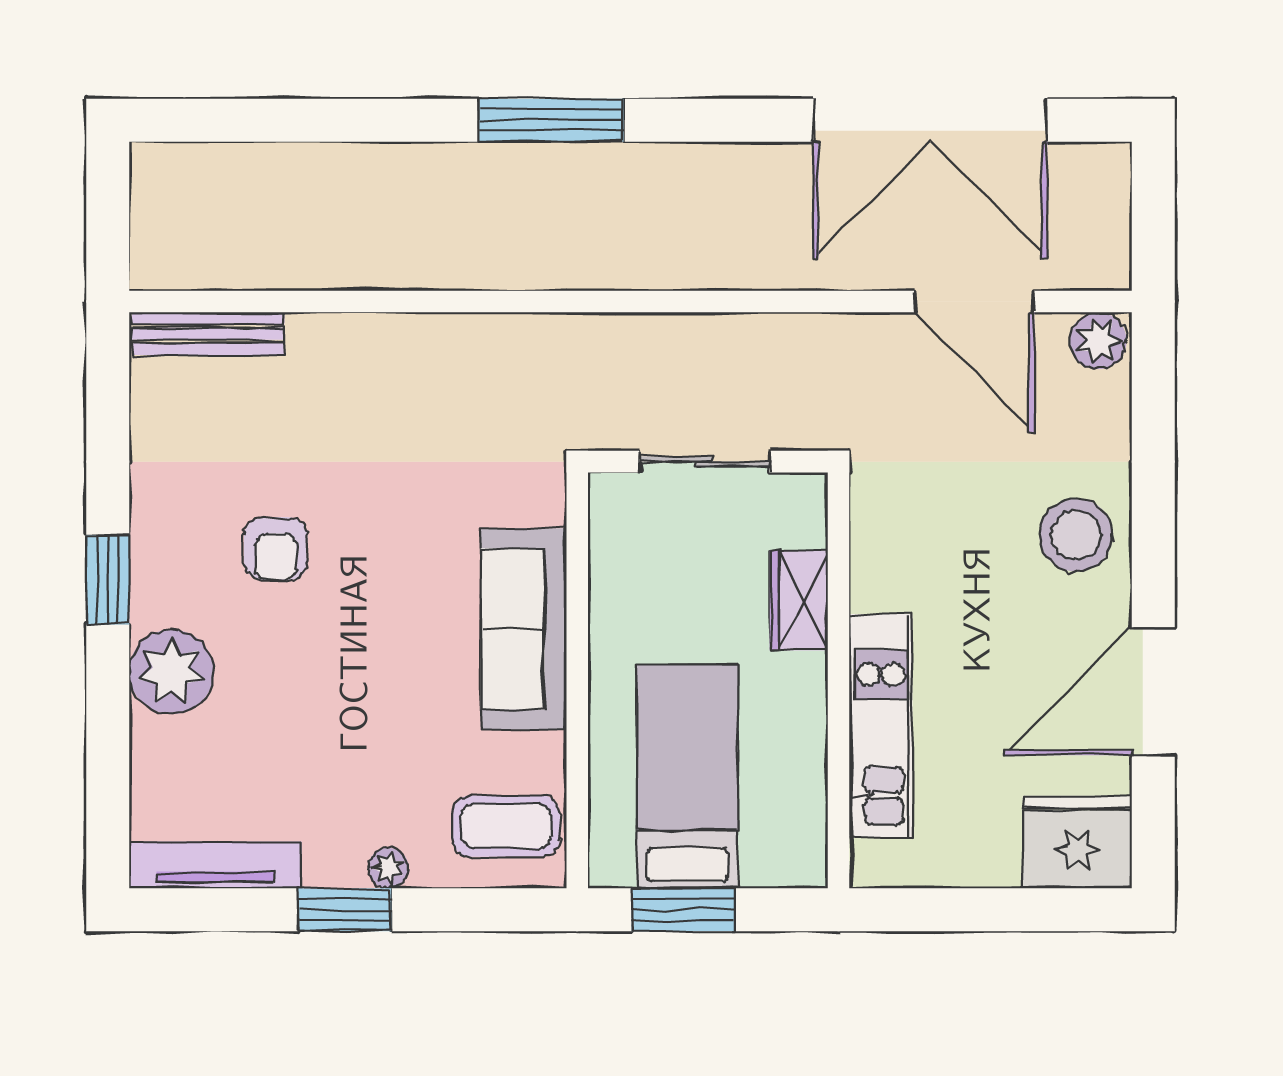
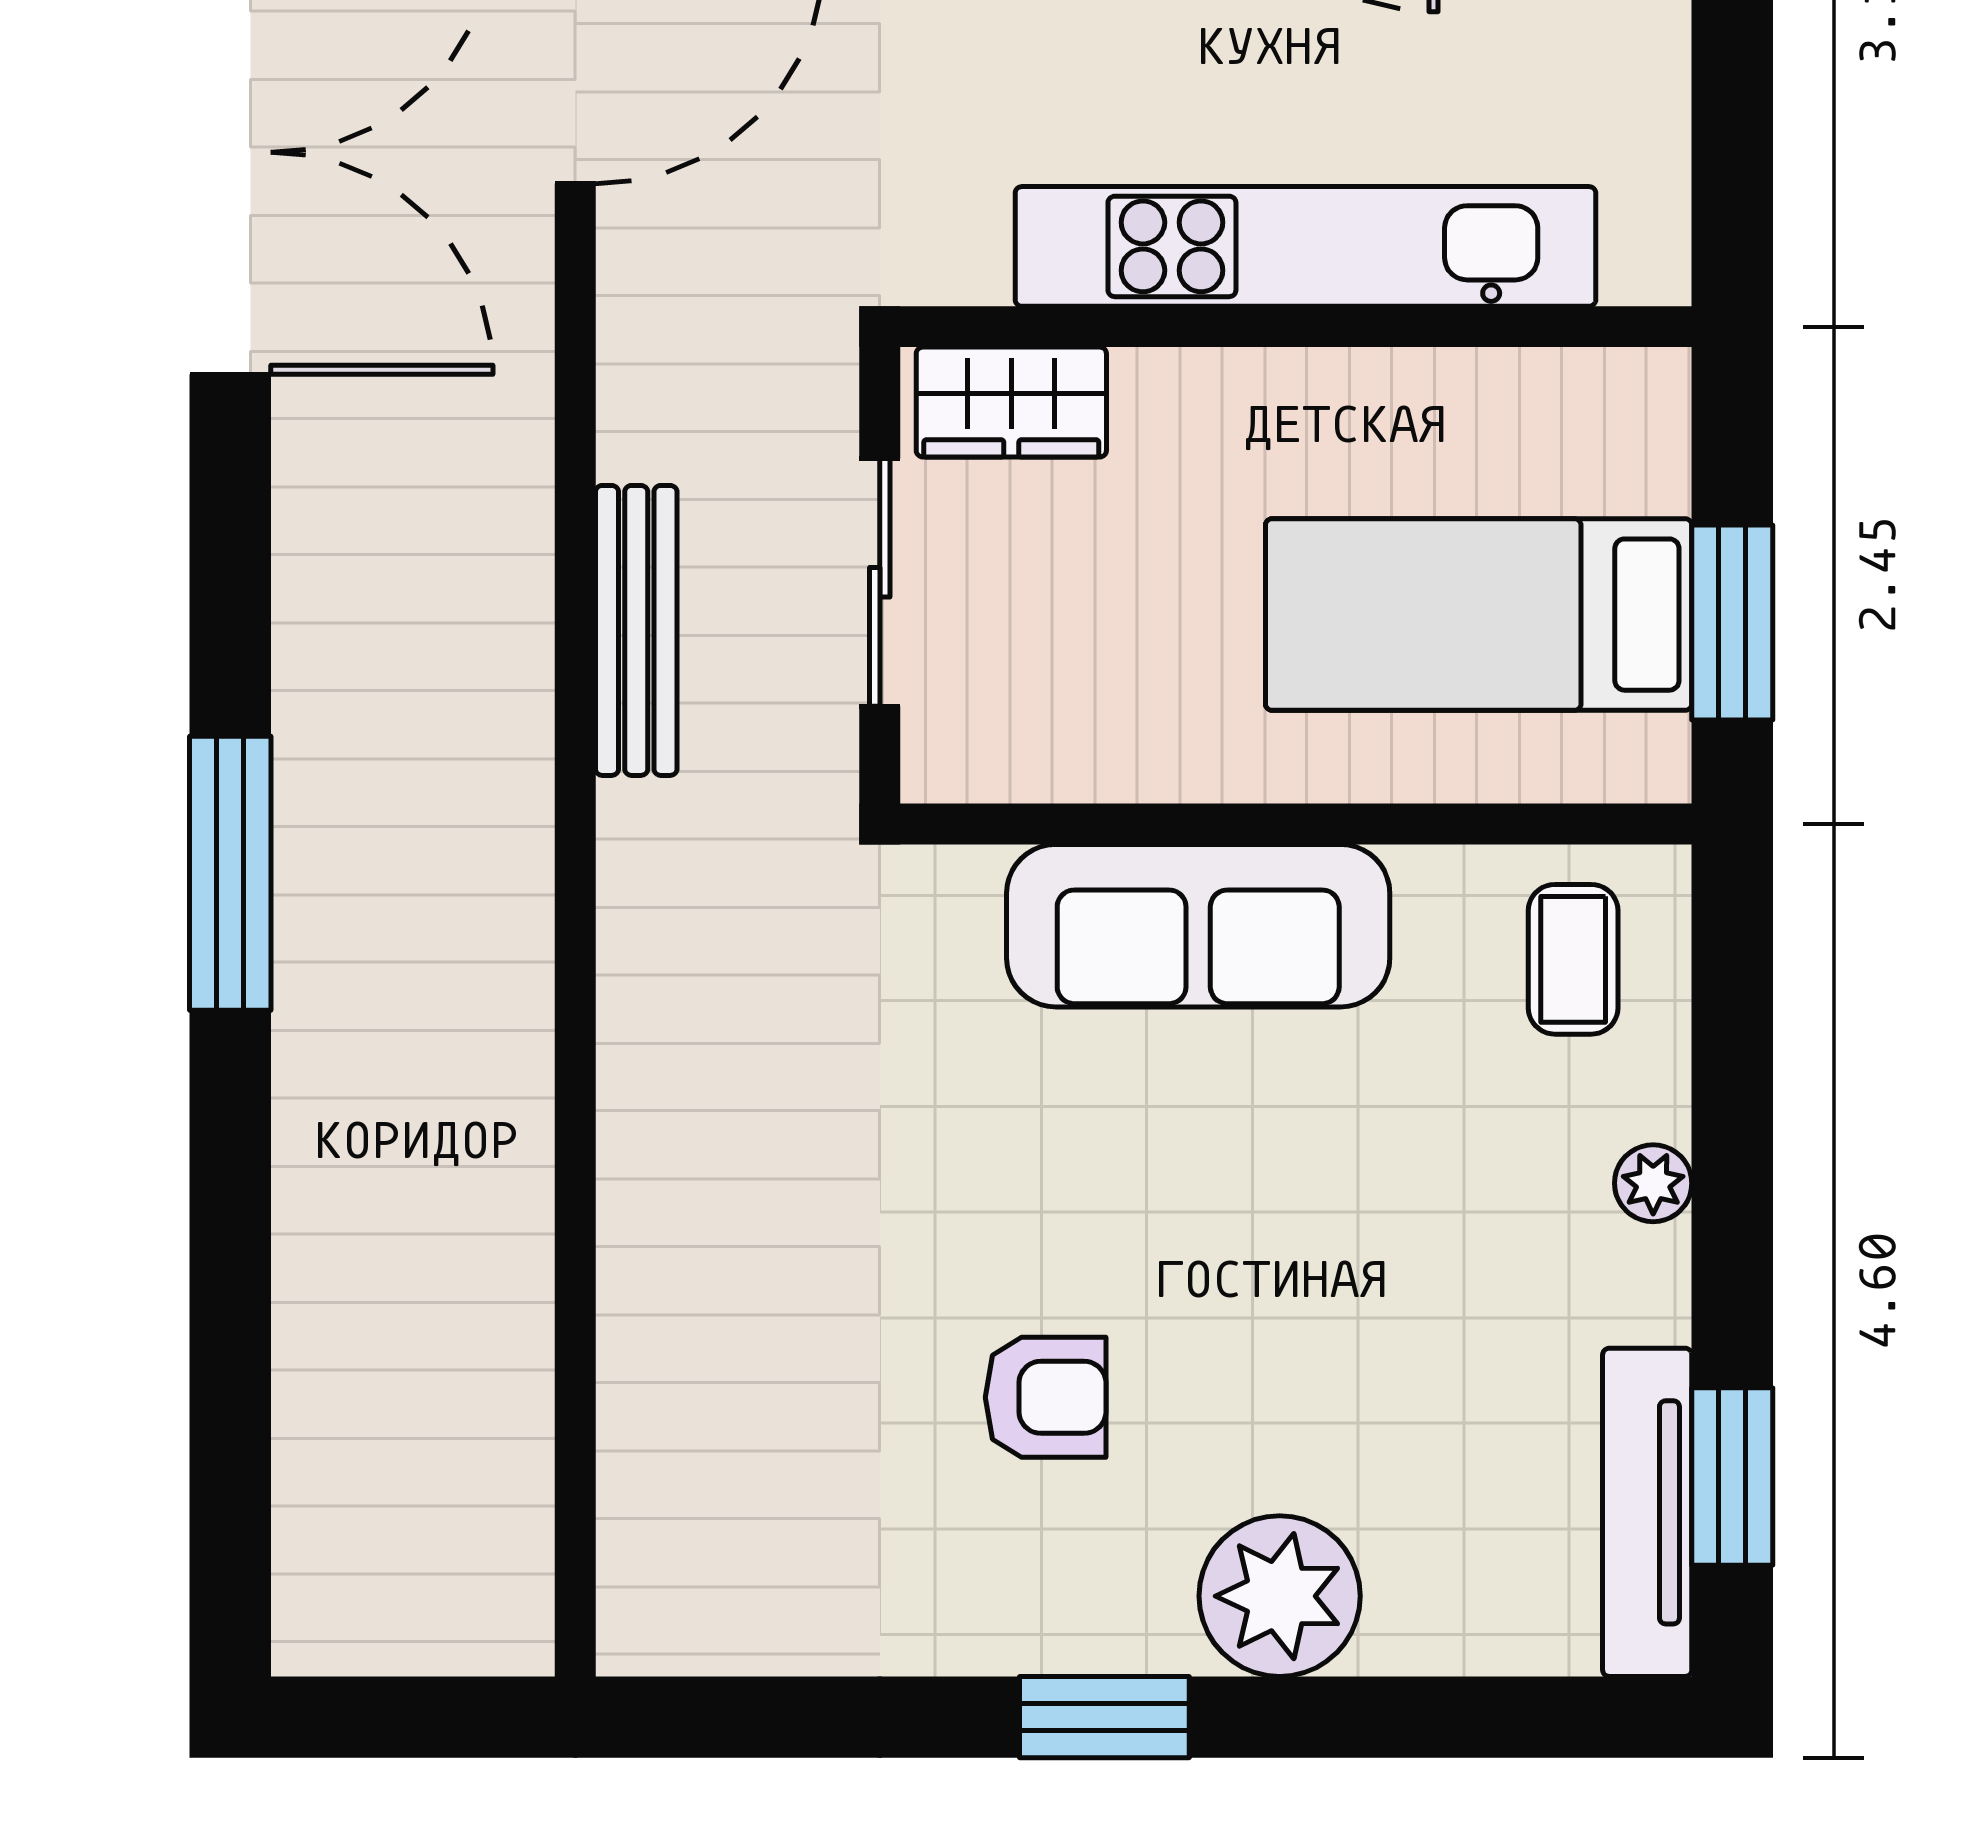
bench: (208, 334) -> (636, 630), moved
wardrobe: (799, 601) -> (1011, 402), moved
kitchen unit: (881, 726) -> (1305, 246), width x1.36
coffee table: (506, 826) -> (1573, 959), width x0.73, depth x0.77
window: (345, 910) -> (1732, 1477), moved

